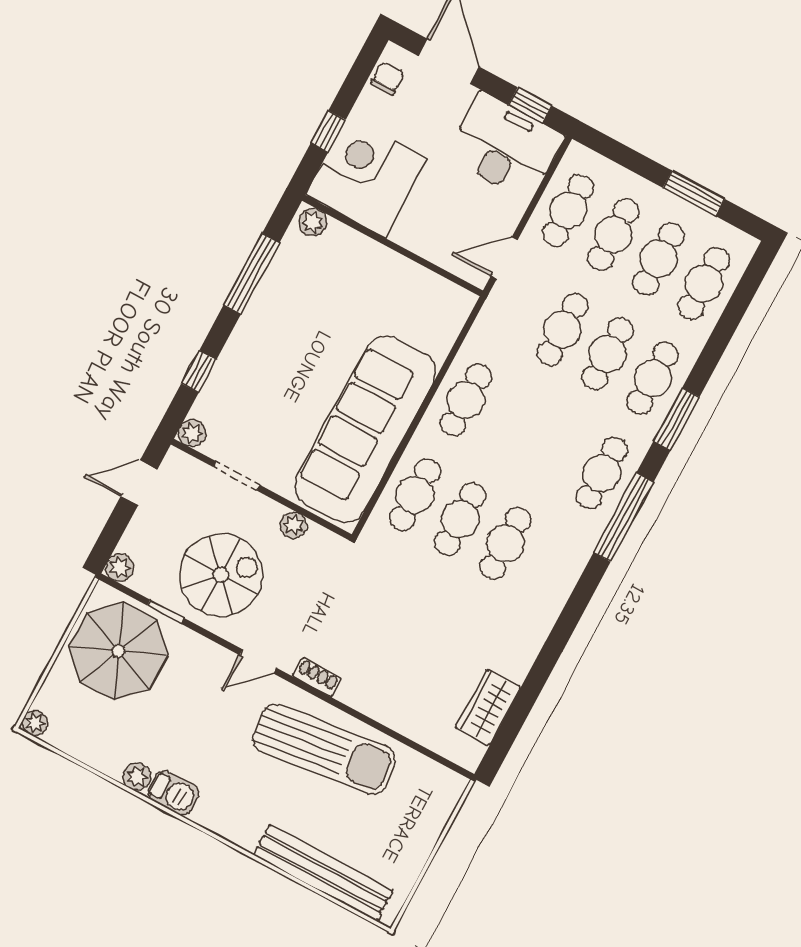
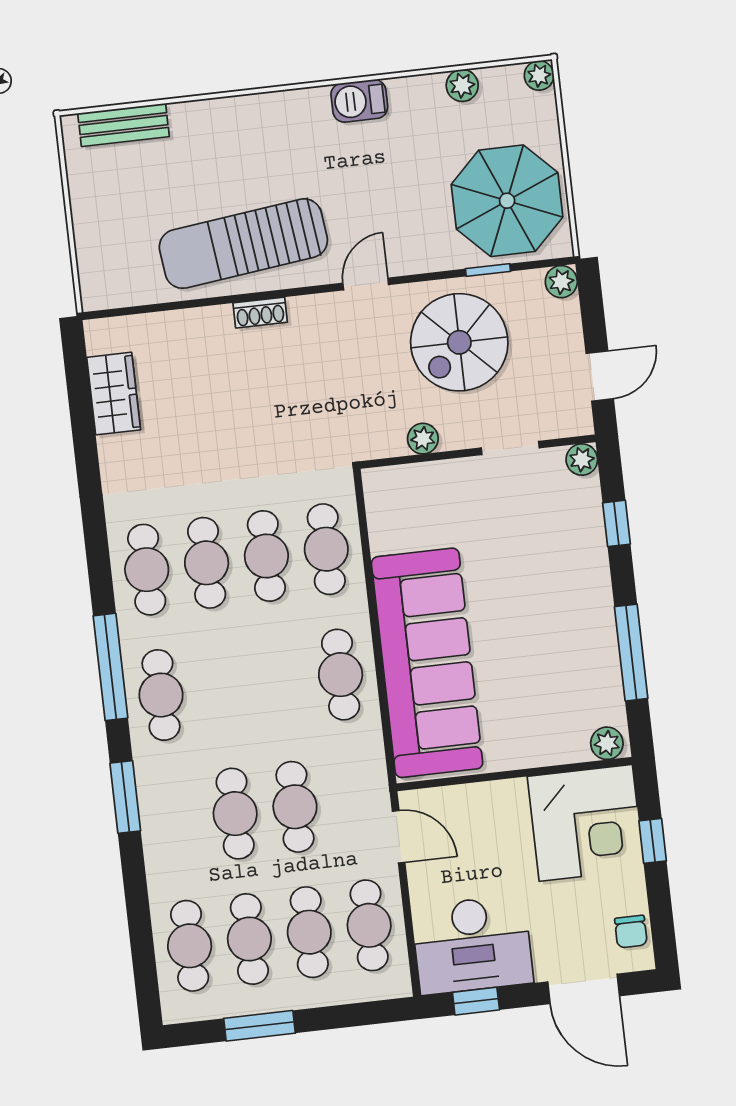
door: (504, 258) -> (399, 837), hinge flipped
cafe table: (653, 378) -> (147, 570), moved
sofa: (366, 429) -> (427, 663), moved
shoe rack: (317, 677) -> (260, 313), moved
plant: (137, 777) -> (462, 85), moved
bench: (323, 873) -> (124, 125), width x0.54, depth x0.82

